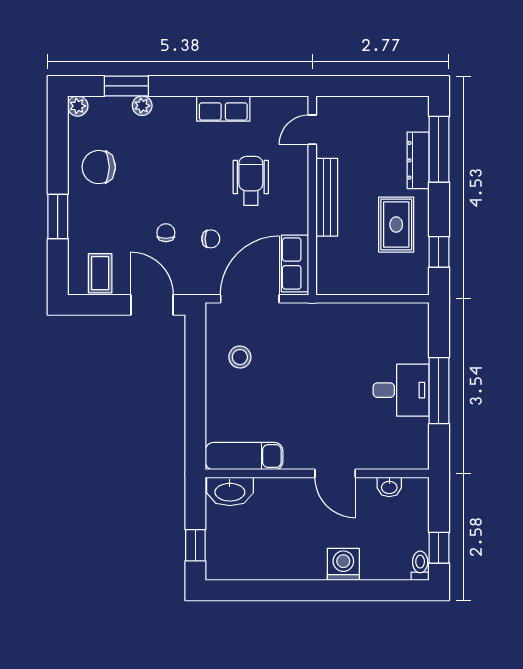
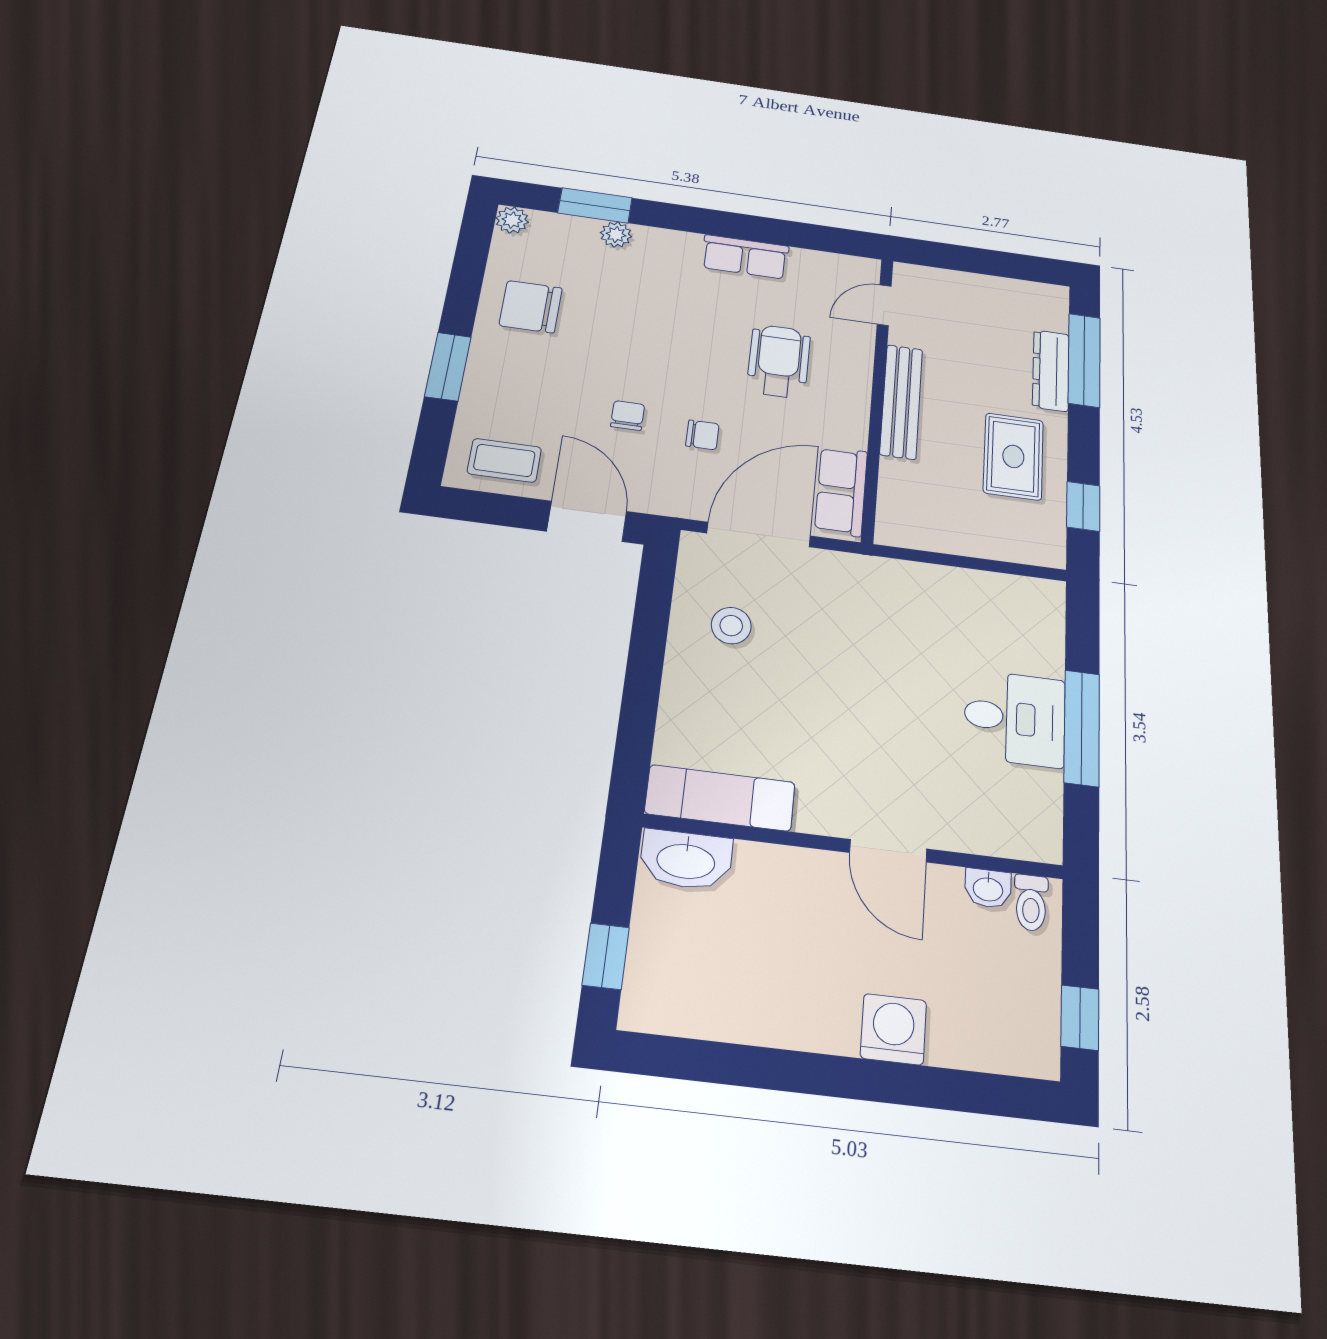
coffee table: (100, 273) -> (504, 460), turned 90
toilet: (420, 566) -> (1031, 903), moved, turned 180

